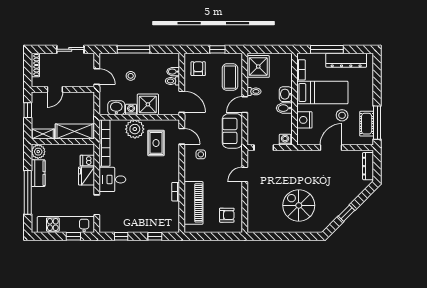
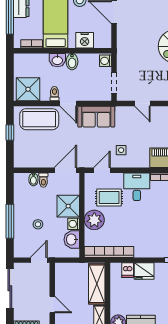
sliding door: (70, 49) -> (10, 288), width x1.37
armchair: (198, 69) -> (30, 153), removed
coffee table: (230, 77) -> (39, 119), width x1.36, depth x1.32
desk: (112, 179) -> (137, 187), moved, turned 180

